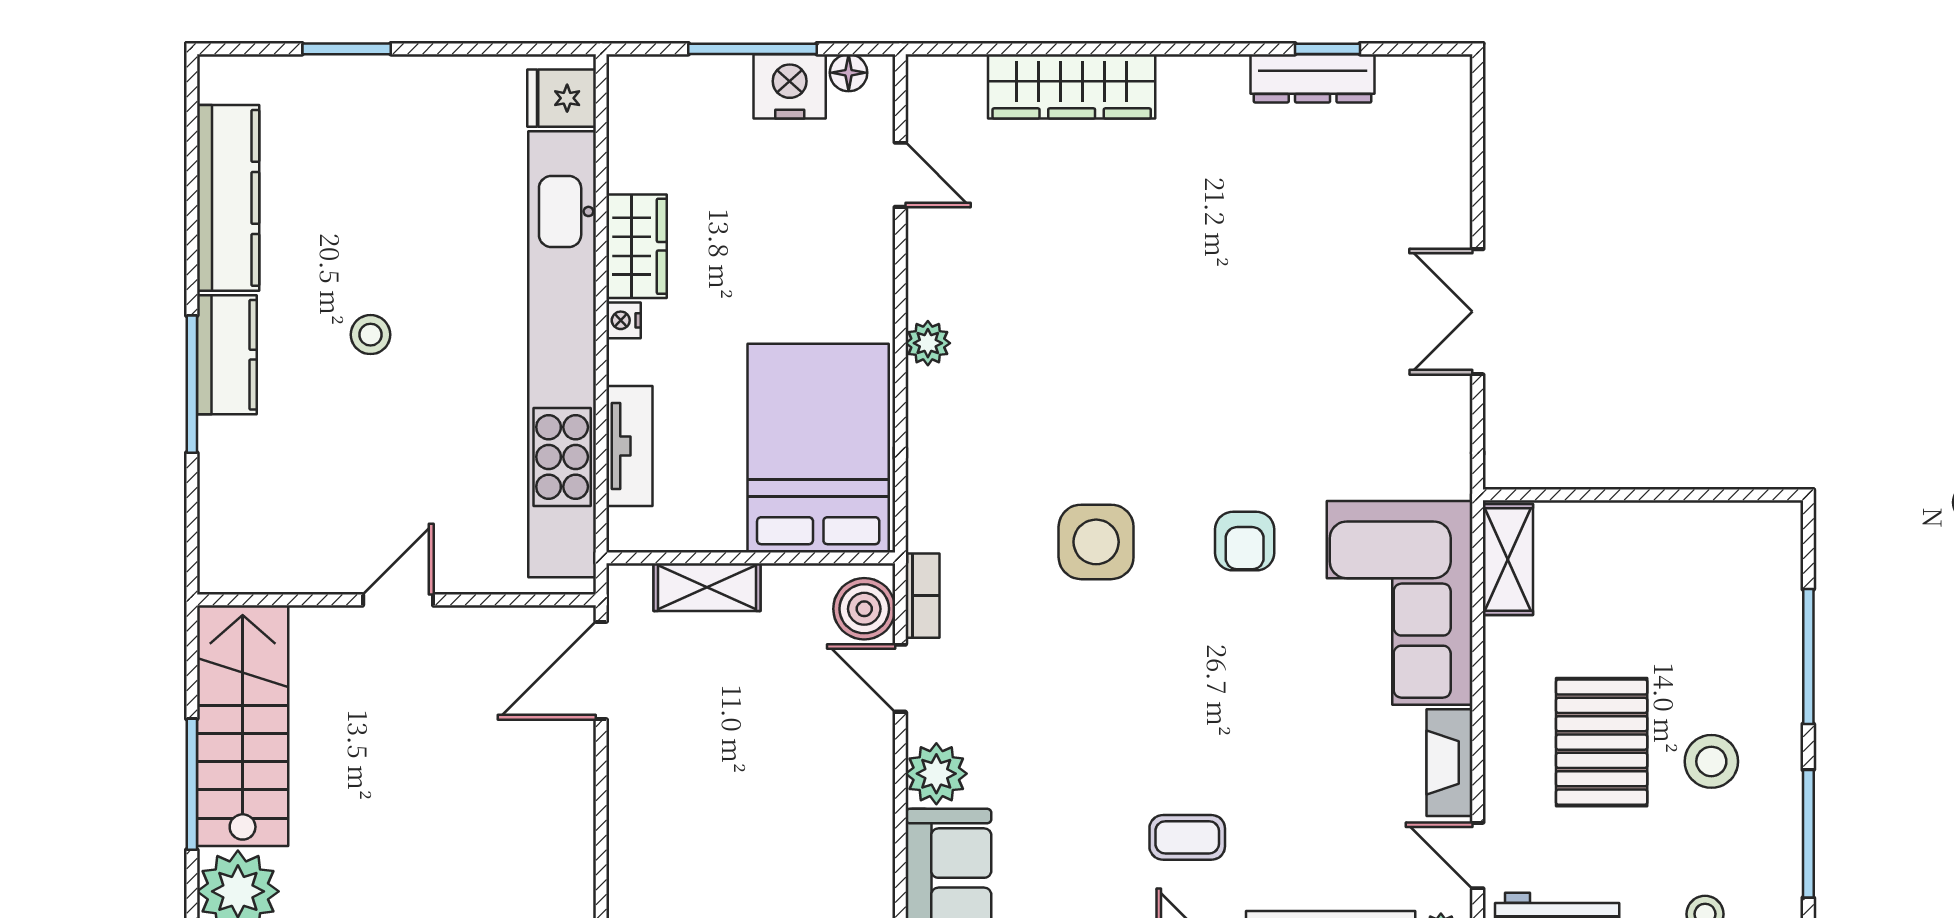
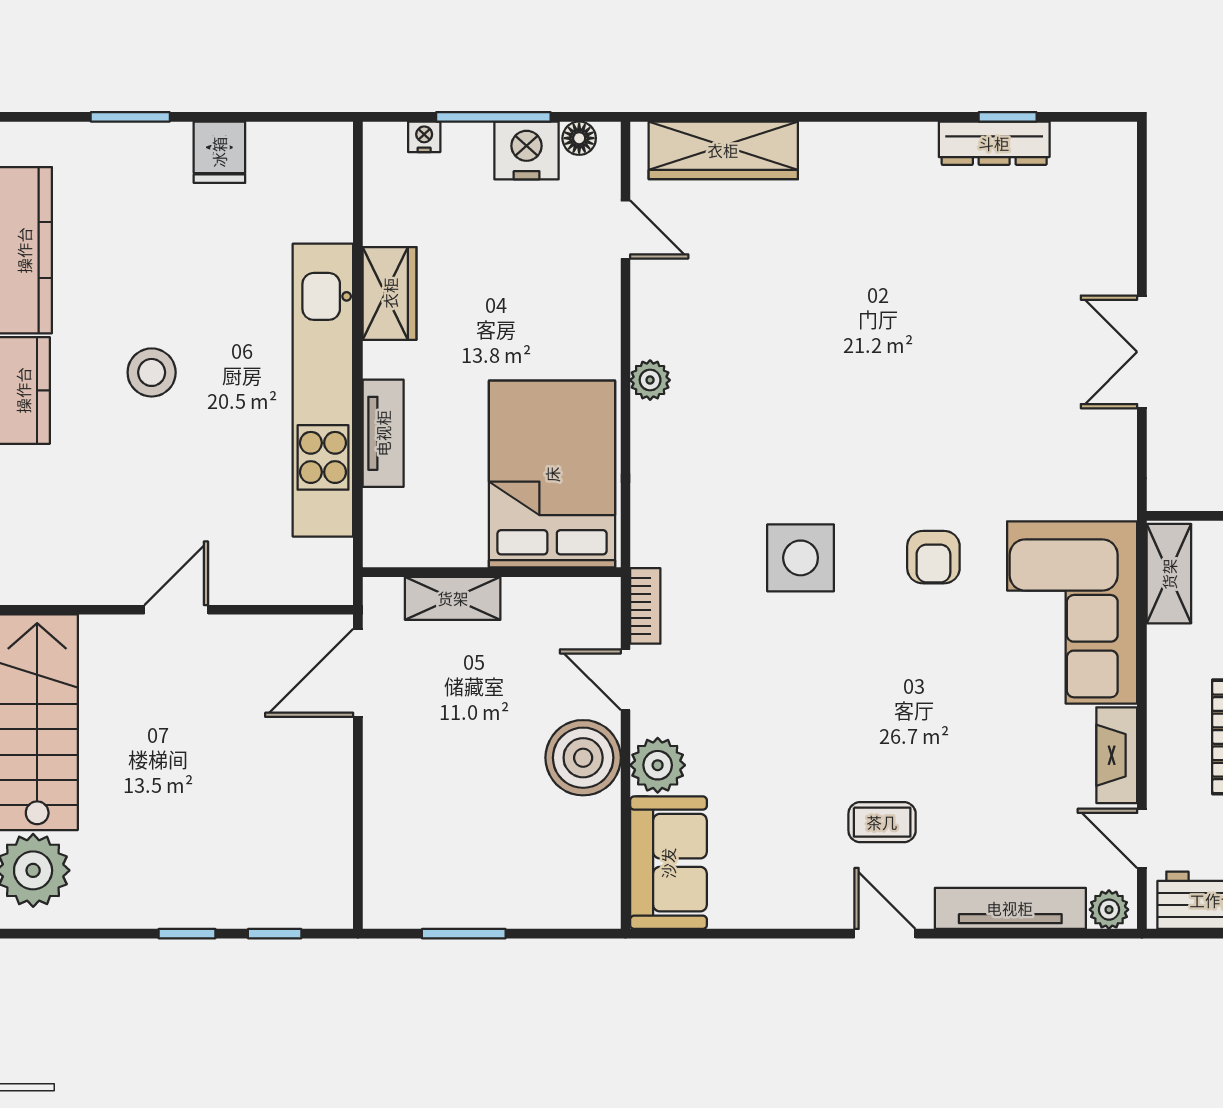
wardrobe: (1072, 86) -> (723, 150), moved
fridge: (562, 98) -> (219, 152), moved, turned -90
nightstand: (623, 320) -> (424, 137), moved, turned 90
stool: (371, 335) -> (152, 372), width x1.37, depth x1.37
kitchen unit: (562, 354) -> (323, 390), width x0.73
tv unit: (629, 446) -> (383, 433), moved
boiler: (864, 609) -> (583, 758), moved, width x1.37, depth x1.37

